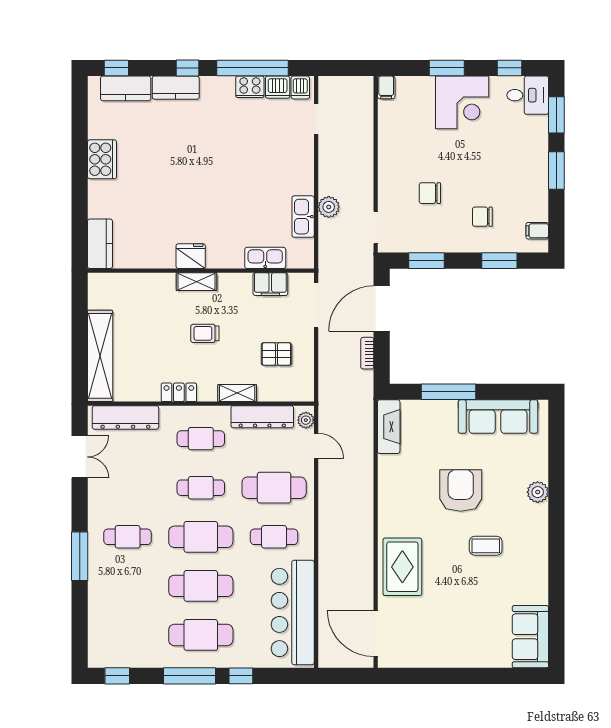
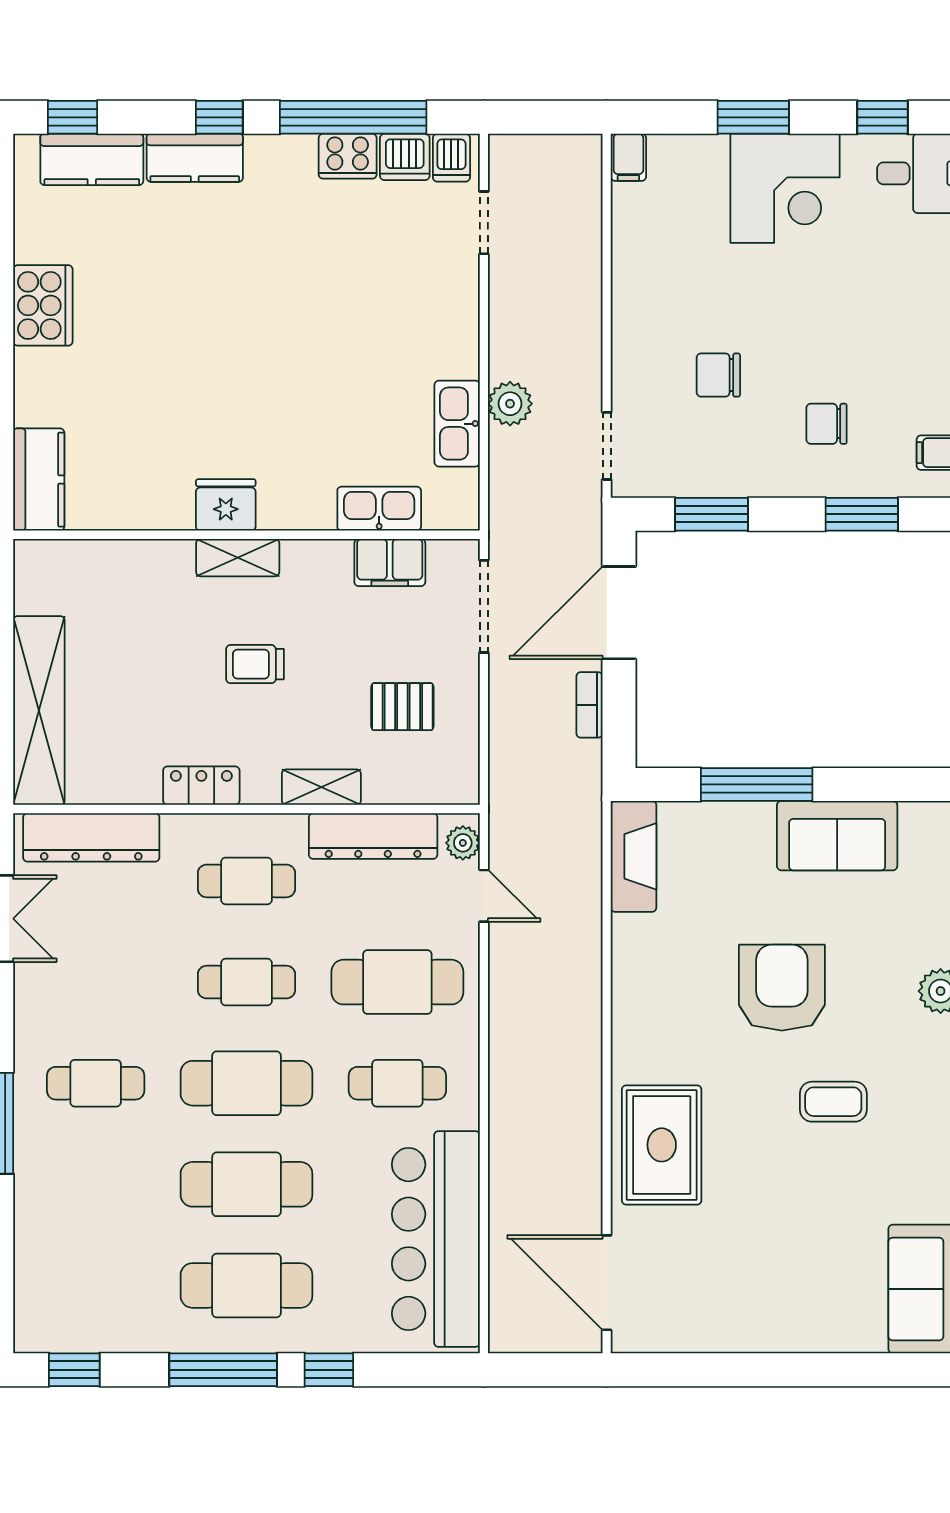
sofa: (498, 417) -> (837, 836), width x0.73

